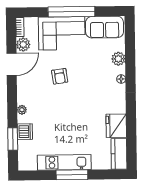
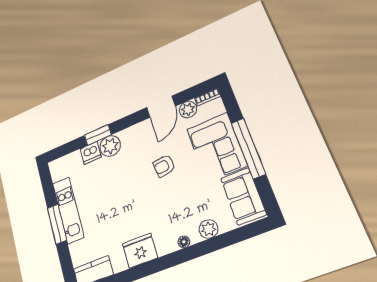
door: (12, 64) -> (161, 107), hinge flipped
plant: (22, 110) -> (110, 146), width x1.87, depth x1.87
fridge: (116, 126) -> (140, 251), moved
window: (13, 139) -> (98, 135), moved

